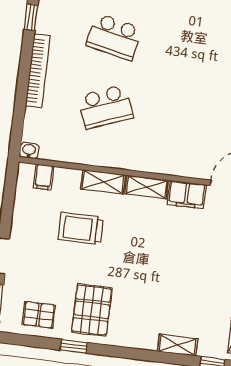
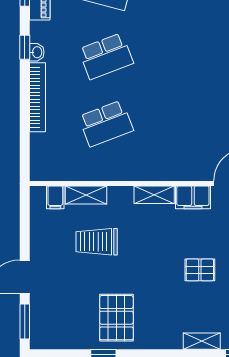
school desk: (114, 37) -> (106, 56), turned -33
washbasin: (29, 151) -> (37, 52), moved, turned 90
shelving: (103, 182) -> (86, 195), moved
pallet: (39, 315) -> (200, 270), moved

